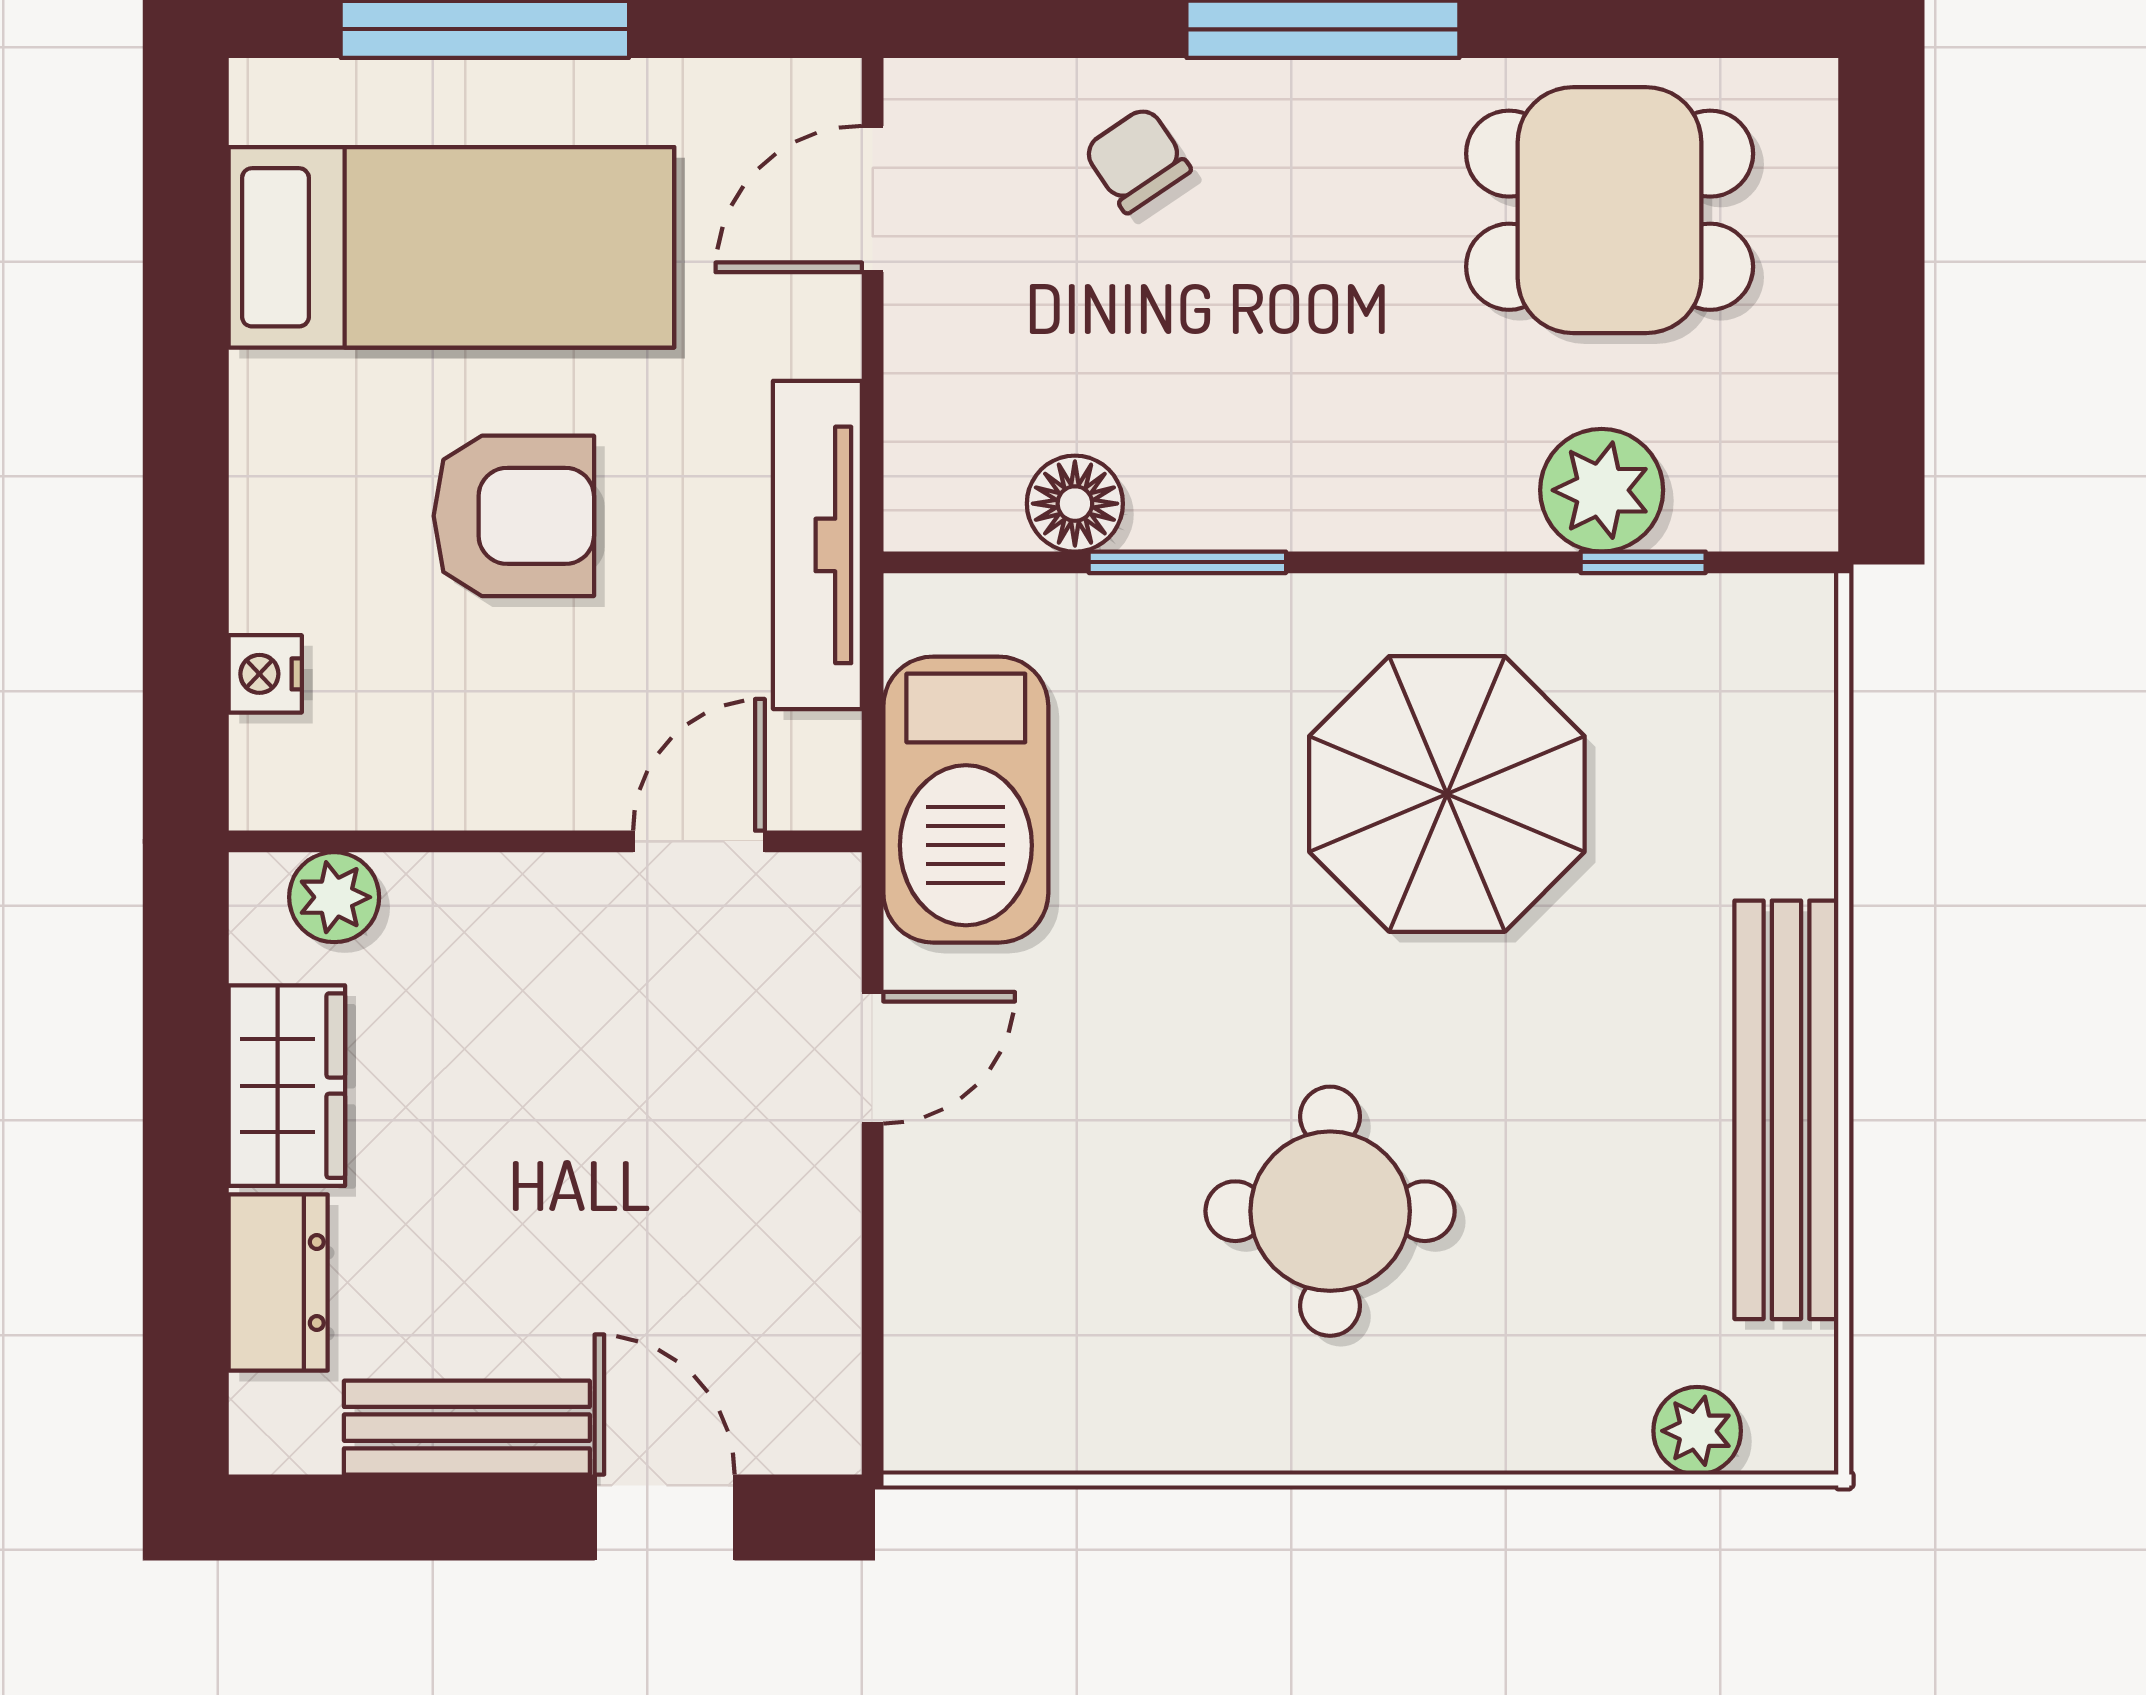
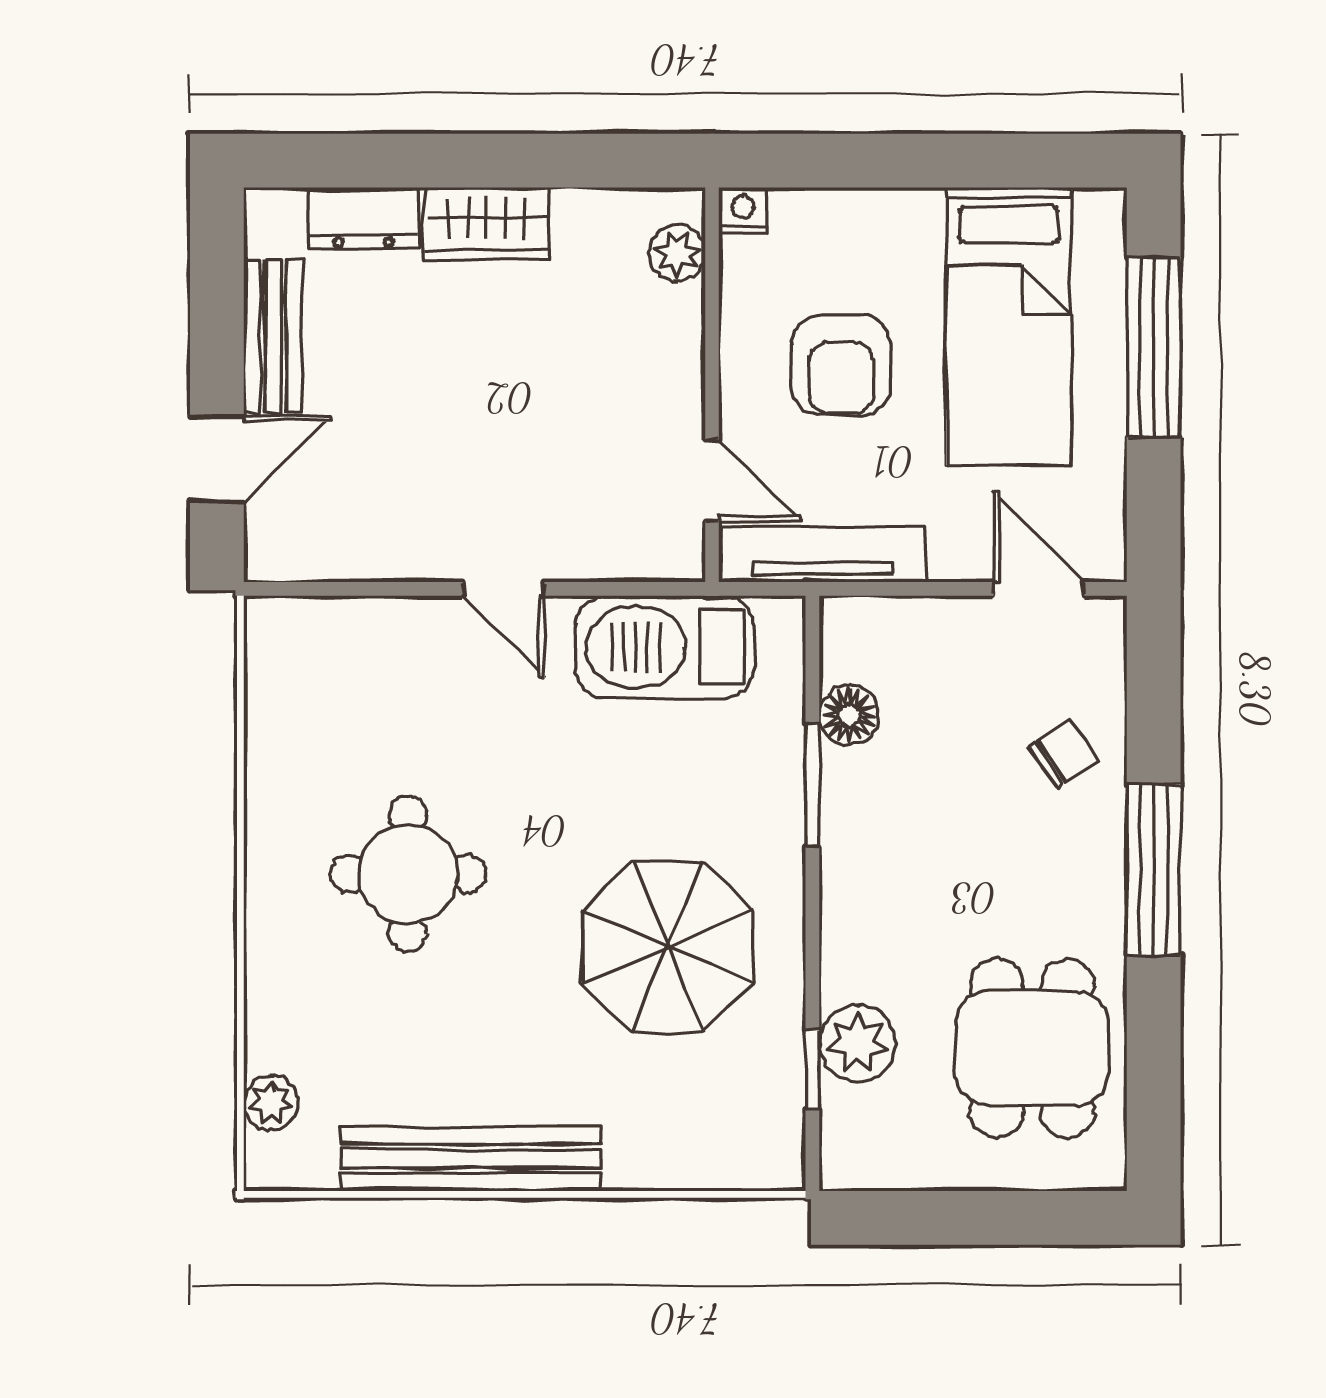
wall: (545, 841) -> (712, 385), moved
door: (699, 841) -> (712, 481), moved
plant: (334, 897) -> (677, 253), moved

